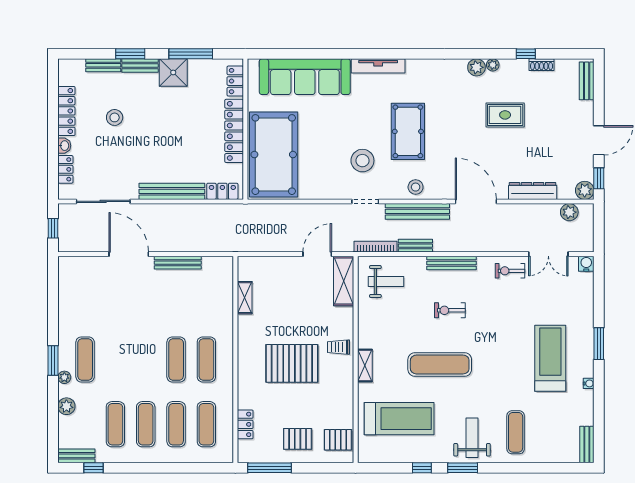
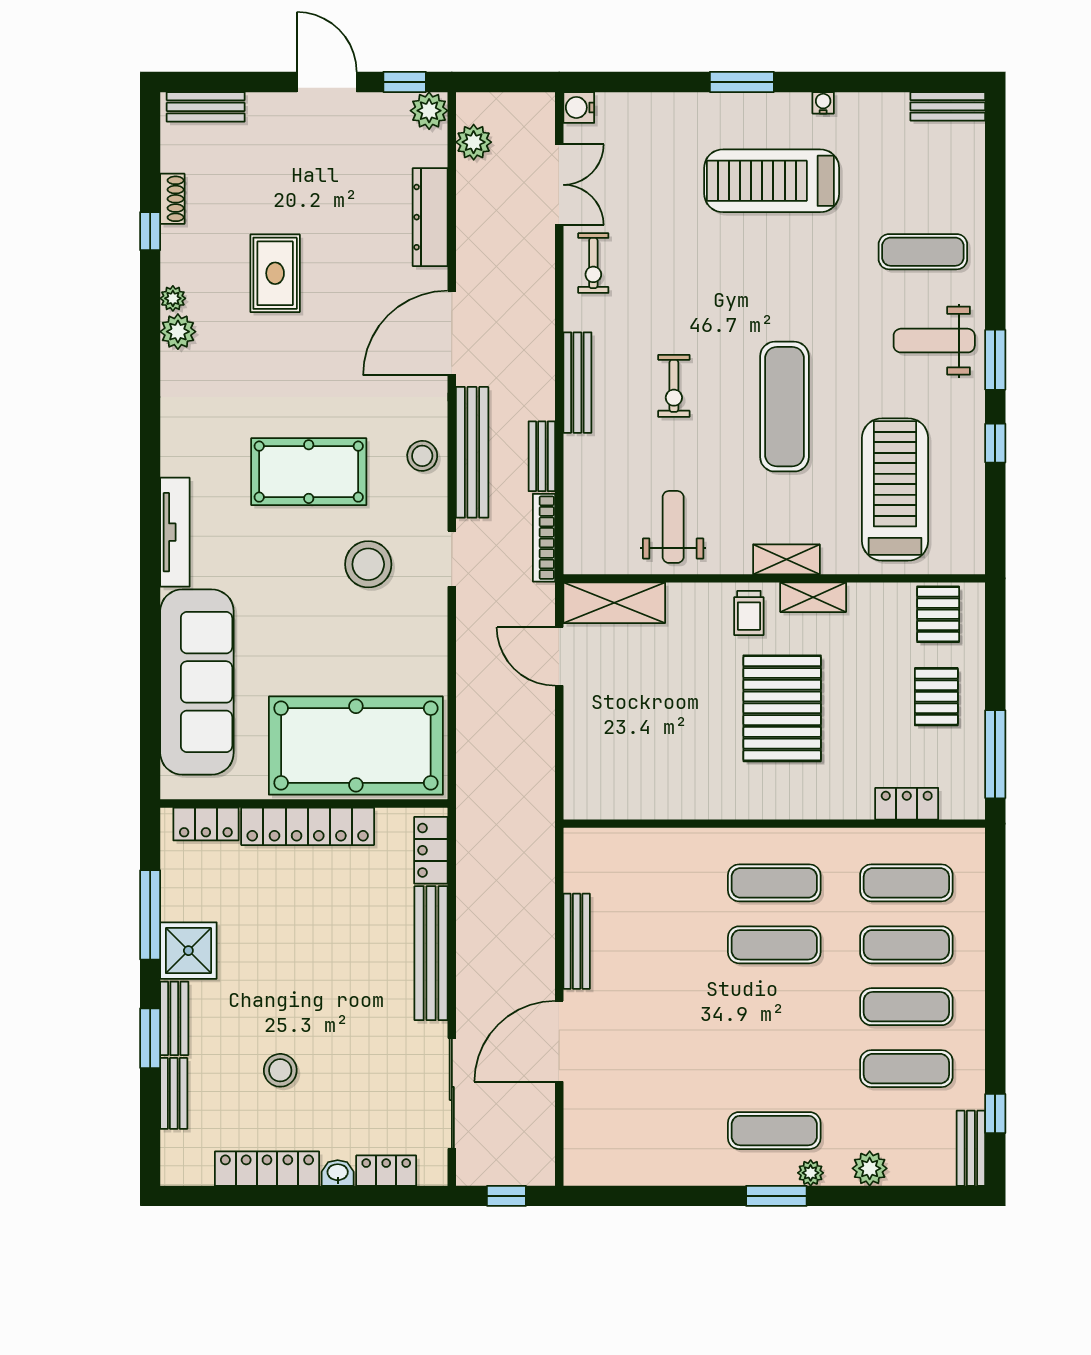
weight bench: (386, 282) -> (673, 527), moved
shelving: (245, 298) -> (813, 597), moved

